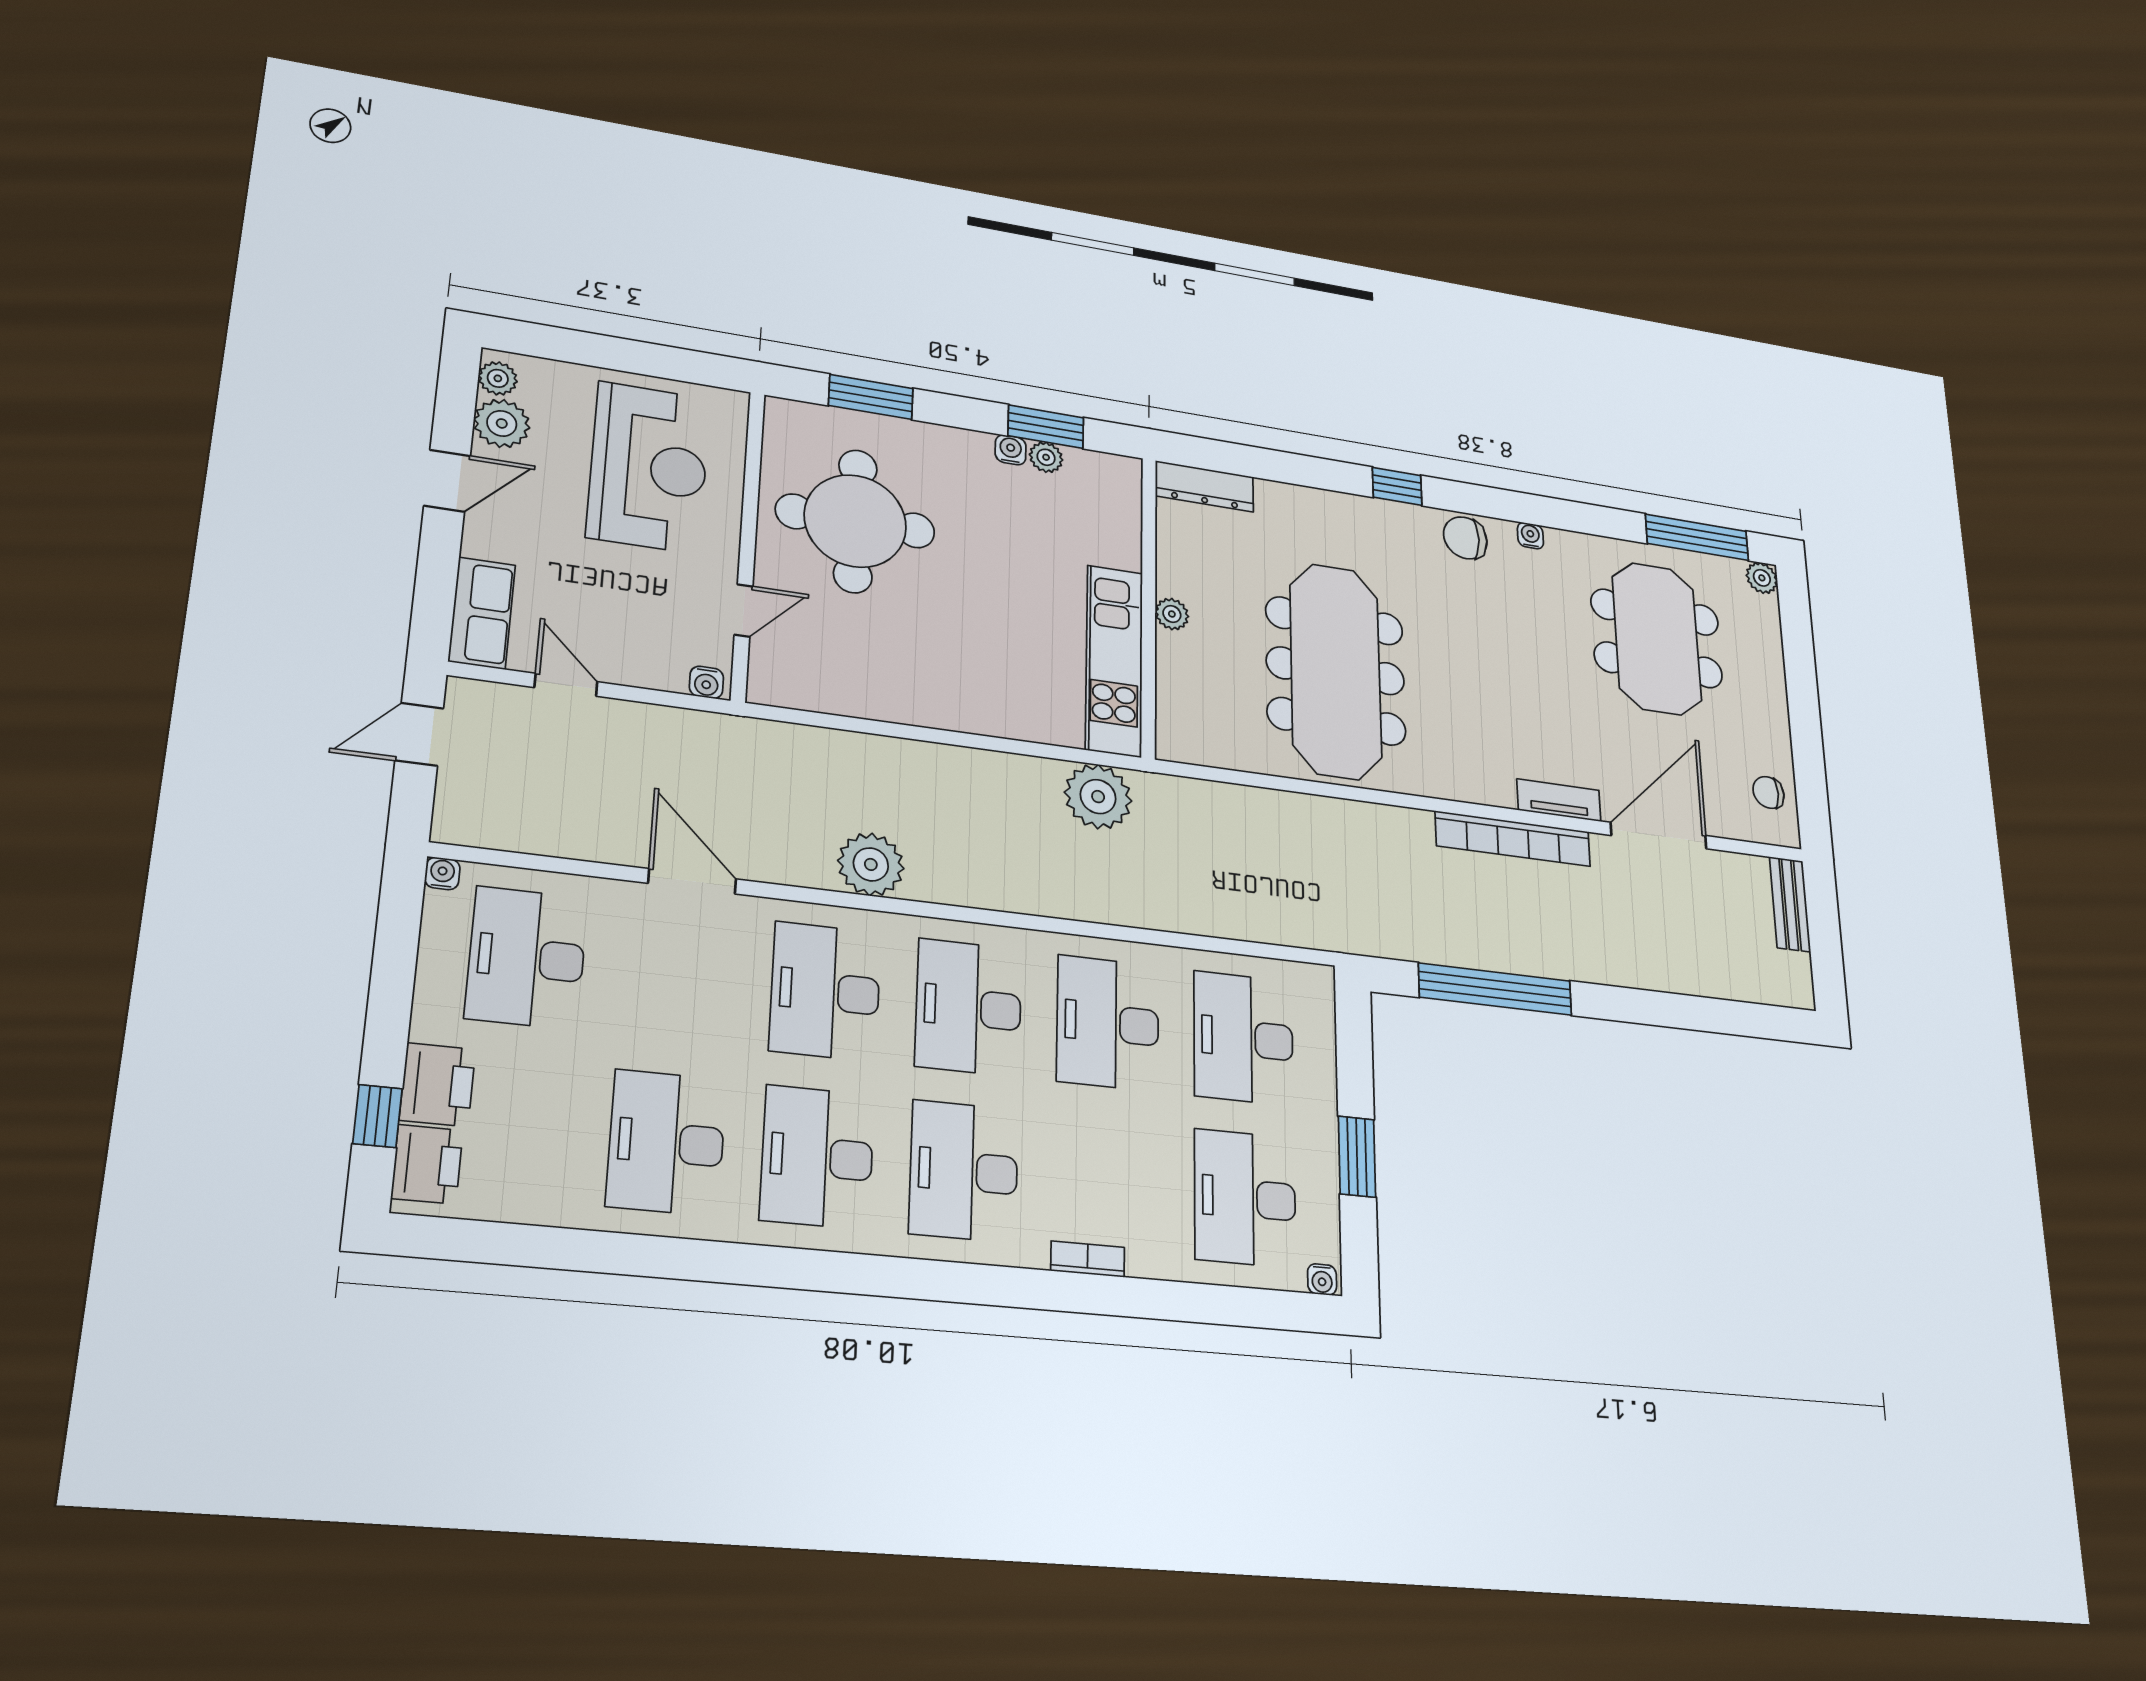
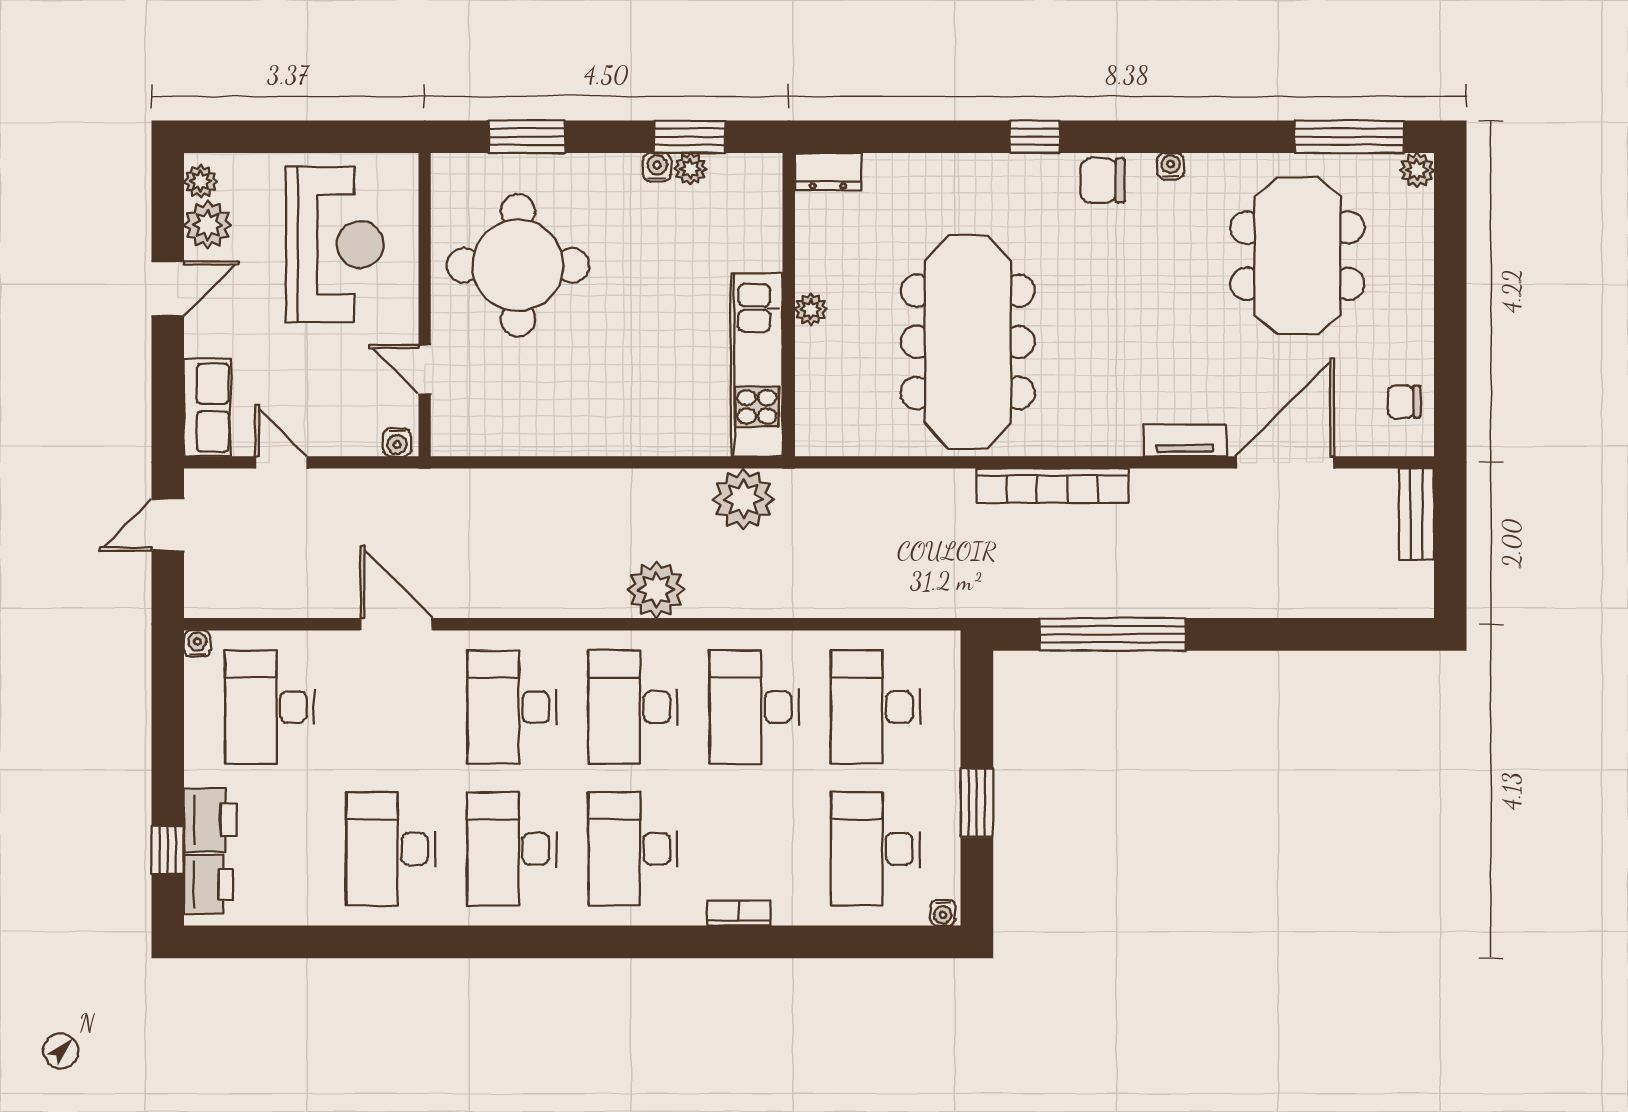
dresser: (1205, 486) -> (828, 172), width x0.70
door: (744, 611) -> (425, 369), swing flipped
bookcase: (1513, 839) -> (1052, 486), moved
plant: (871, 864) -> (656, 590), moved

